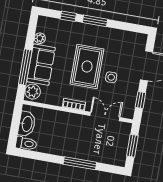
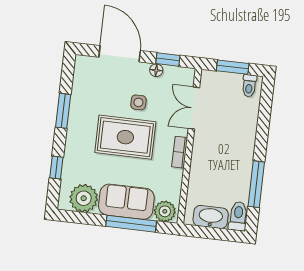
window: (95, 21) -> (63, 111), moved
plant: (40, 38) -> (84, 198), width x1.87, depth x1.87
floor lamp: (133, 91) -> (156, 70), added
toilet: (118, 157) -> (249, 86), added
window: (80, 163) -> (256, 184), moved

